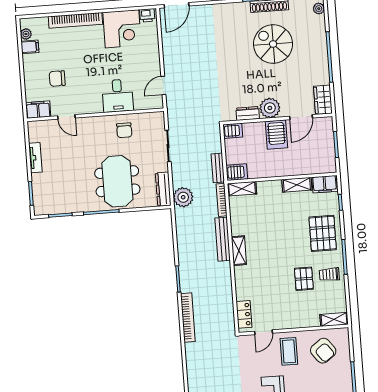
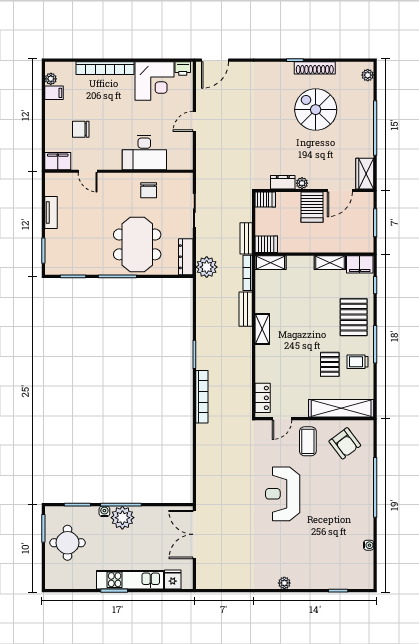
door: (163, 85) -> (194, 121), moved
desk: (118, 96) -> (144, 152), width x1.37
plant: (270, 108) -> (302, 183), width x0.53, depth x0.53
bench: (223, 239) -> (246, 309), width x0.73
shelving: (334, 319) -> (341, 408), width x2.20, depth x1.33

